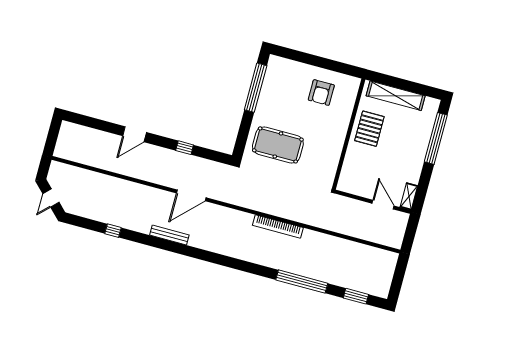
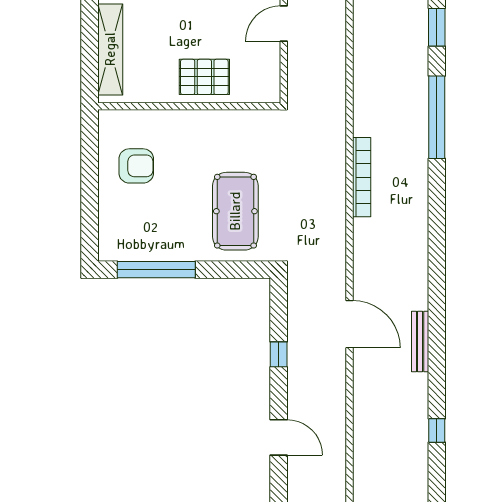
pallet: (369, 129) -> (204, 77), moved

